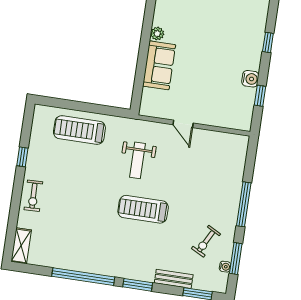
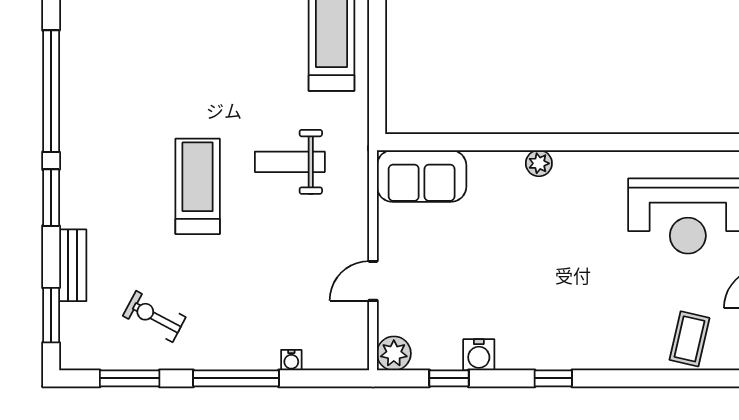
sofa: (159, 65) -> (422, 176), moved
plant: (243, 122) -> (394, 353), added
door: (183, 124) -> (373, 281), moved
water cooler: (225, 267) -> (291, 360), moved

